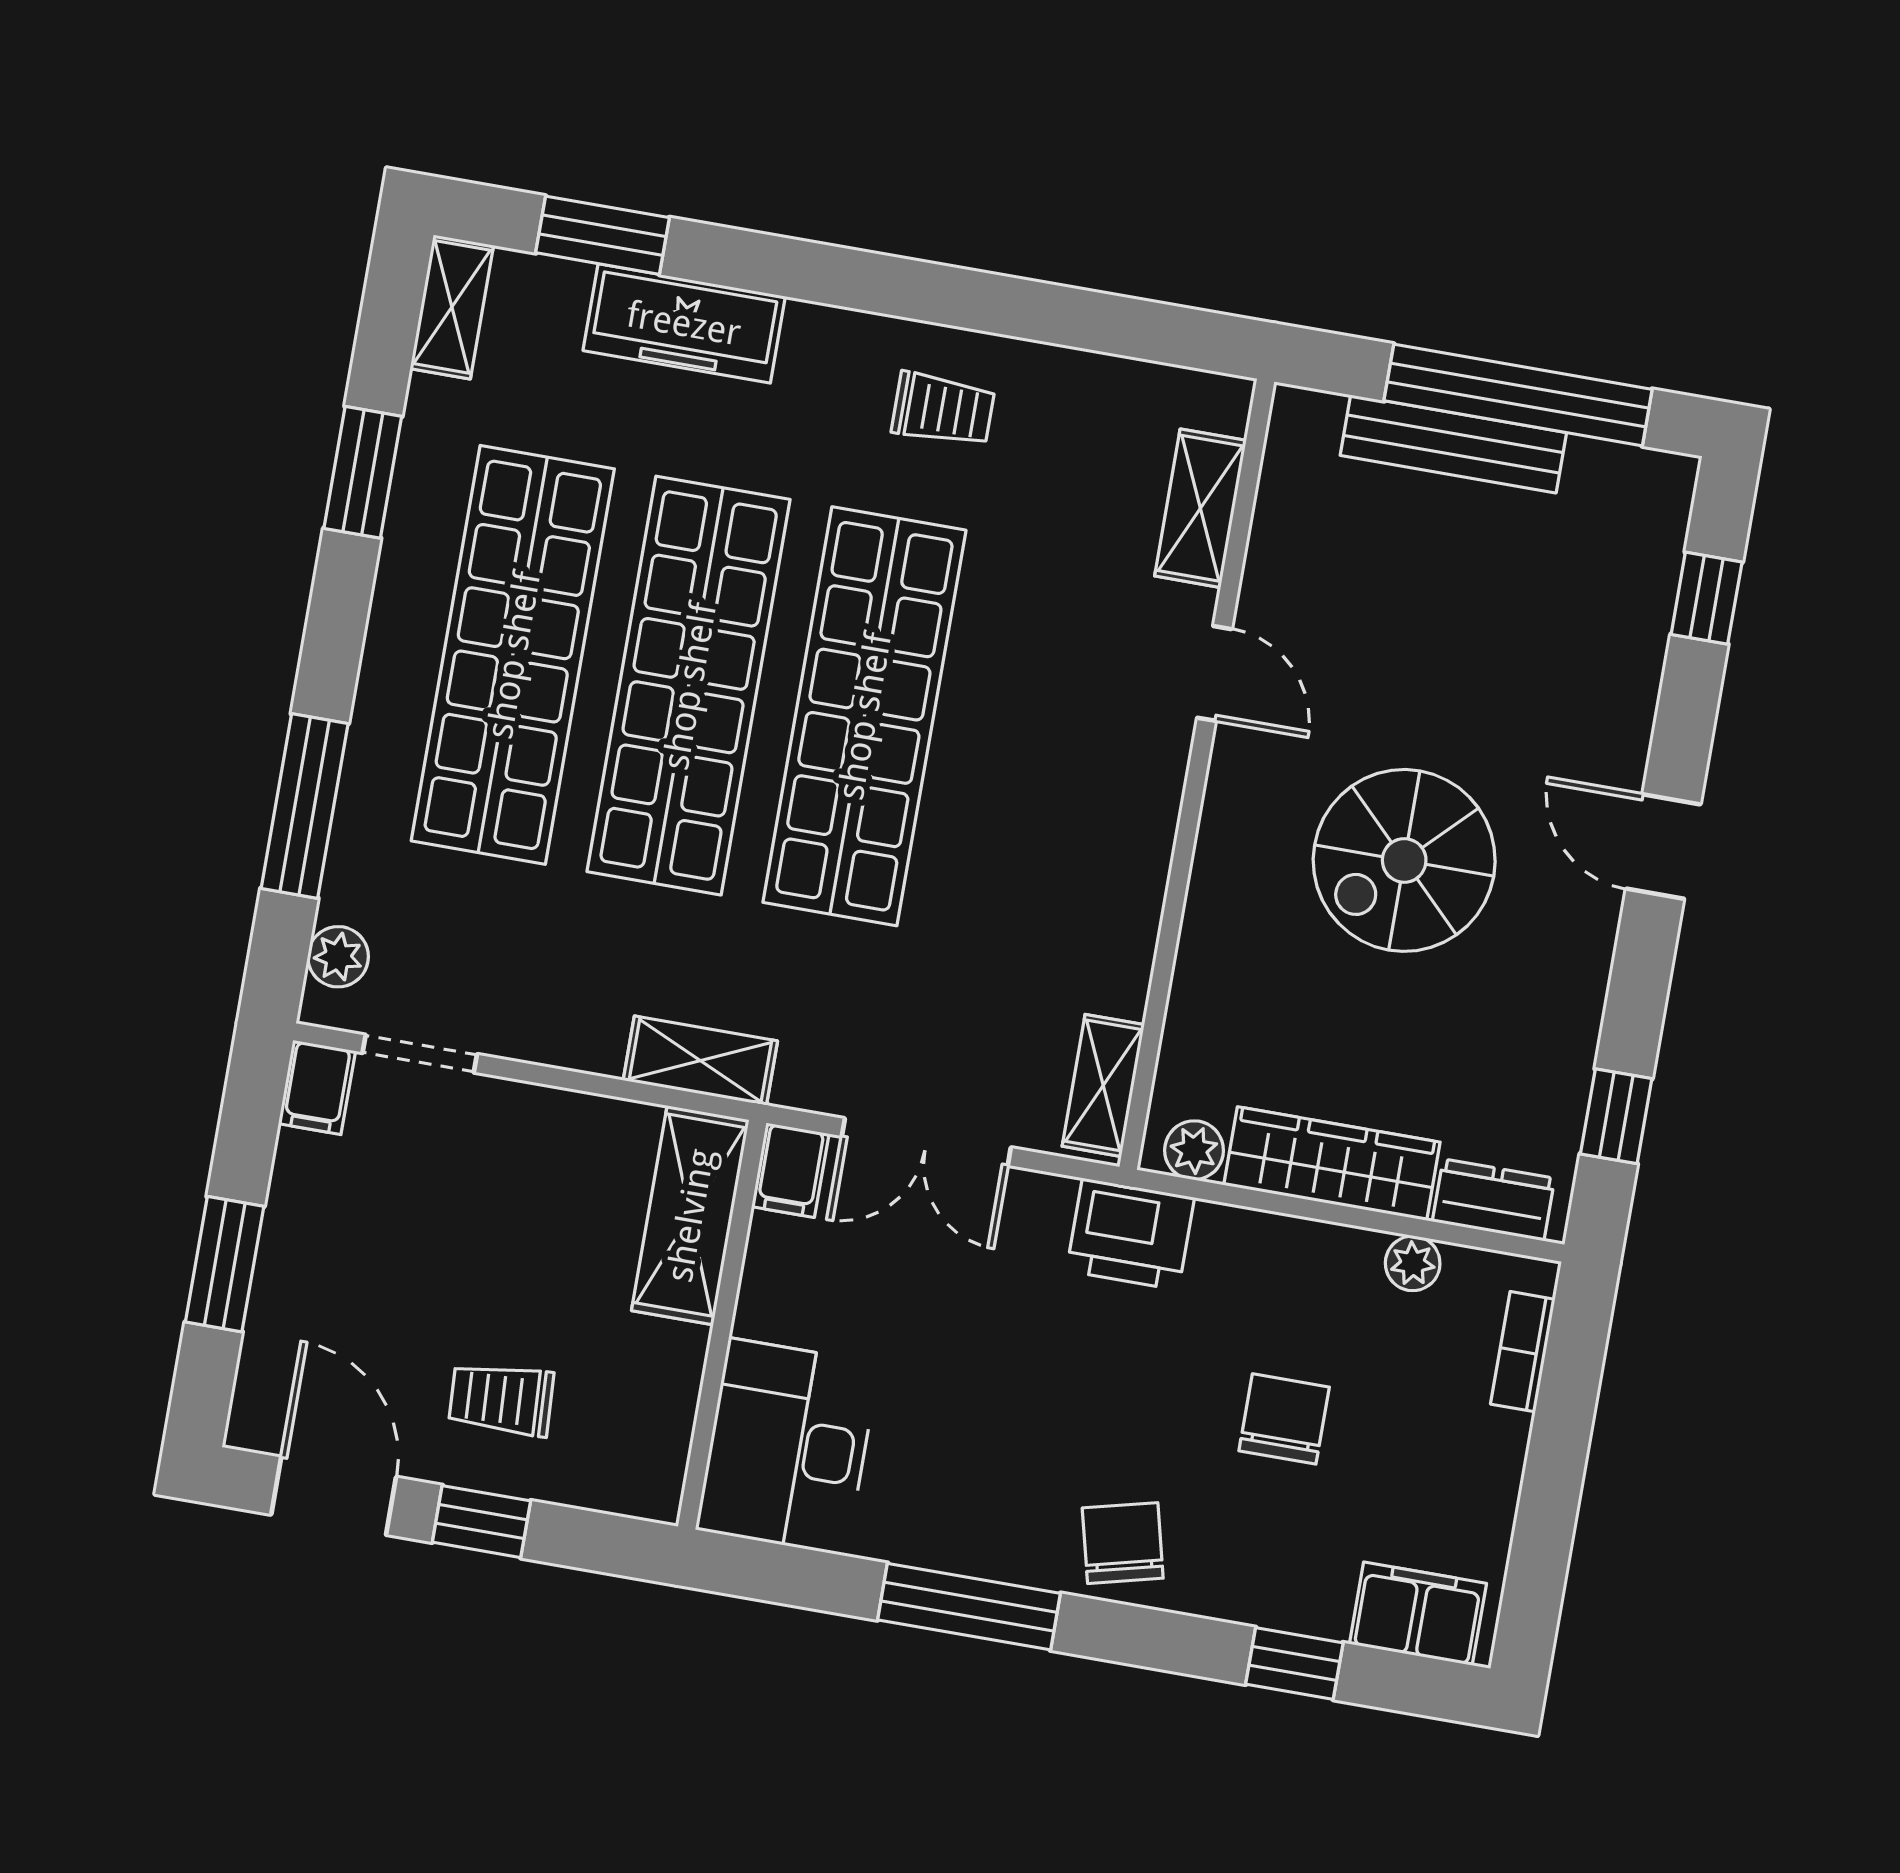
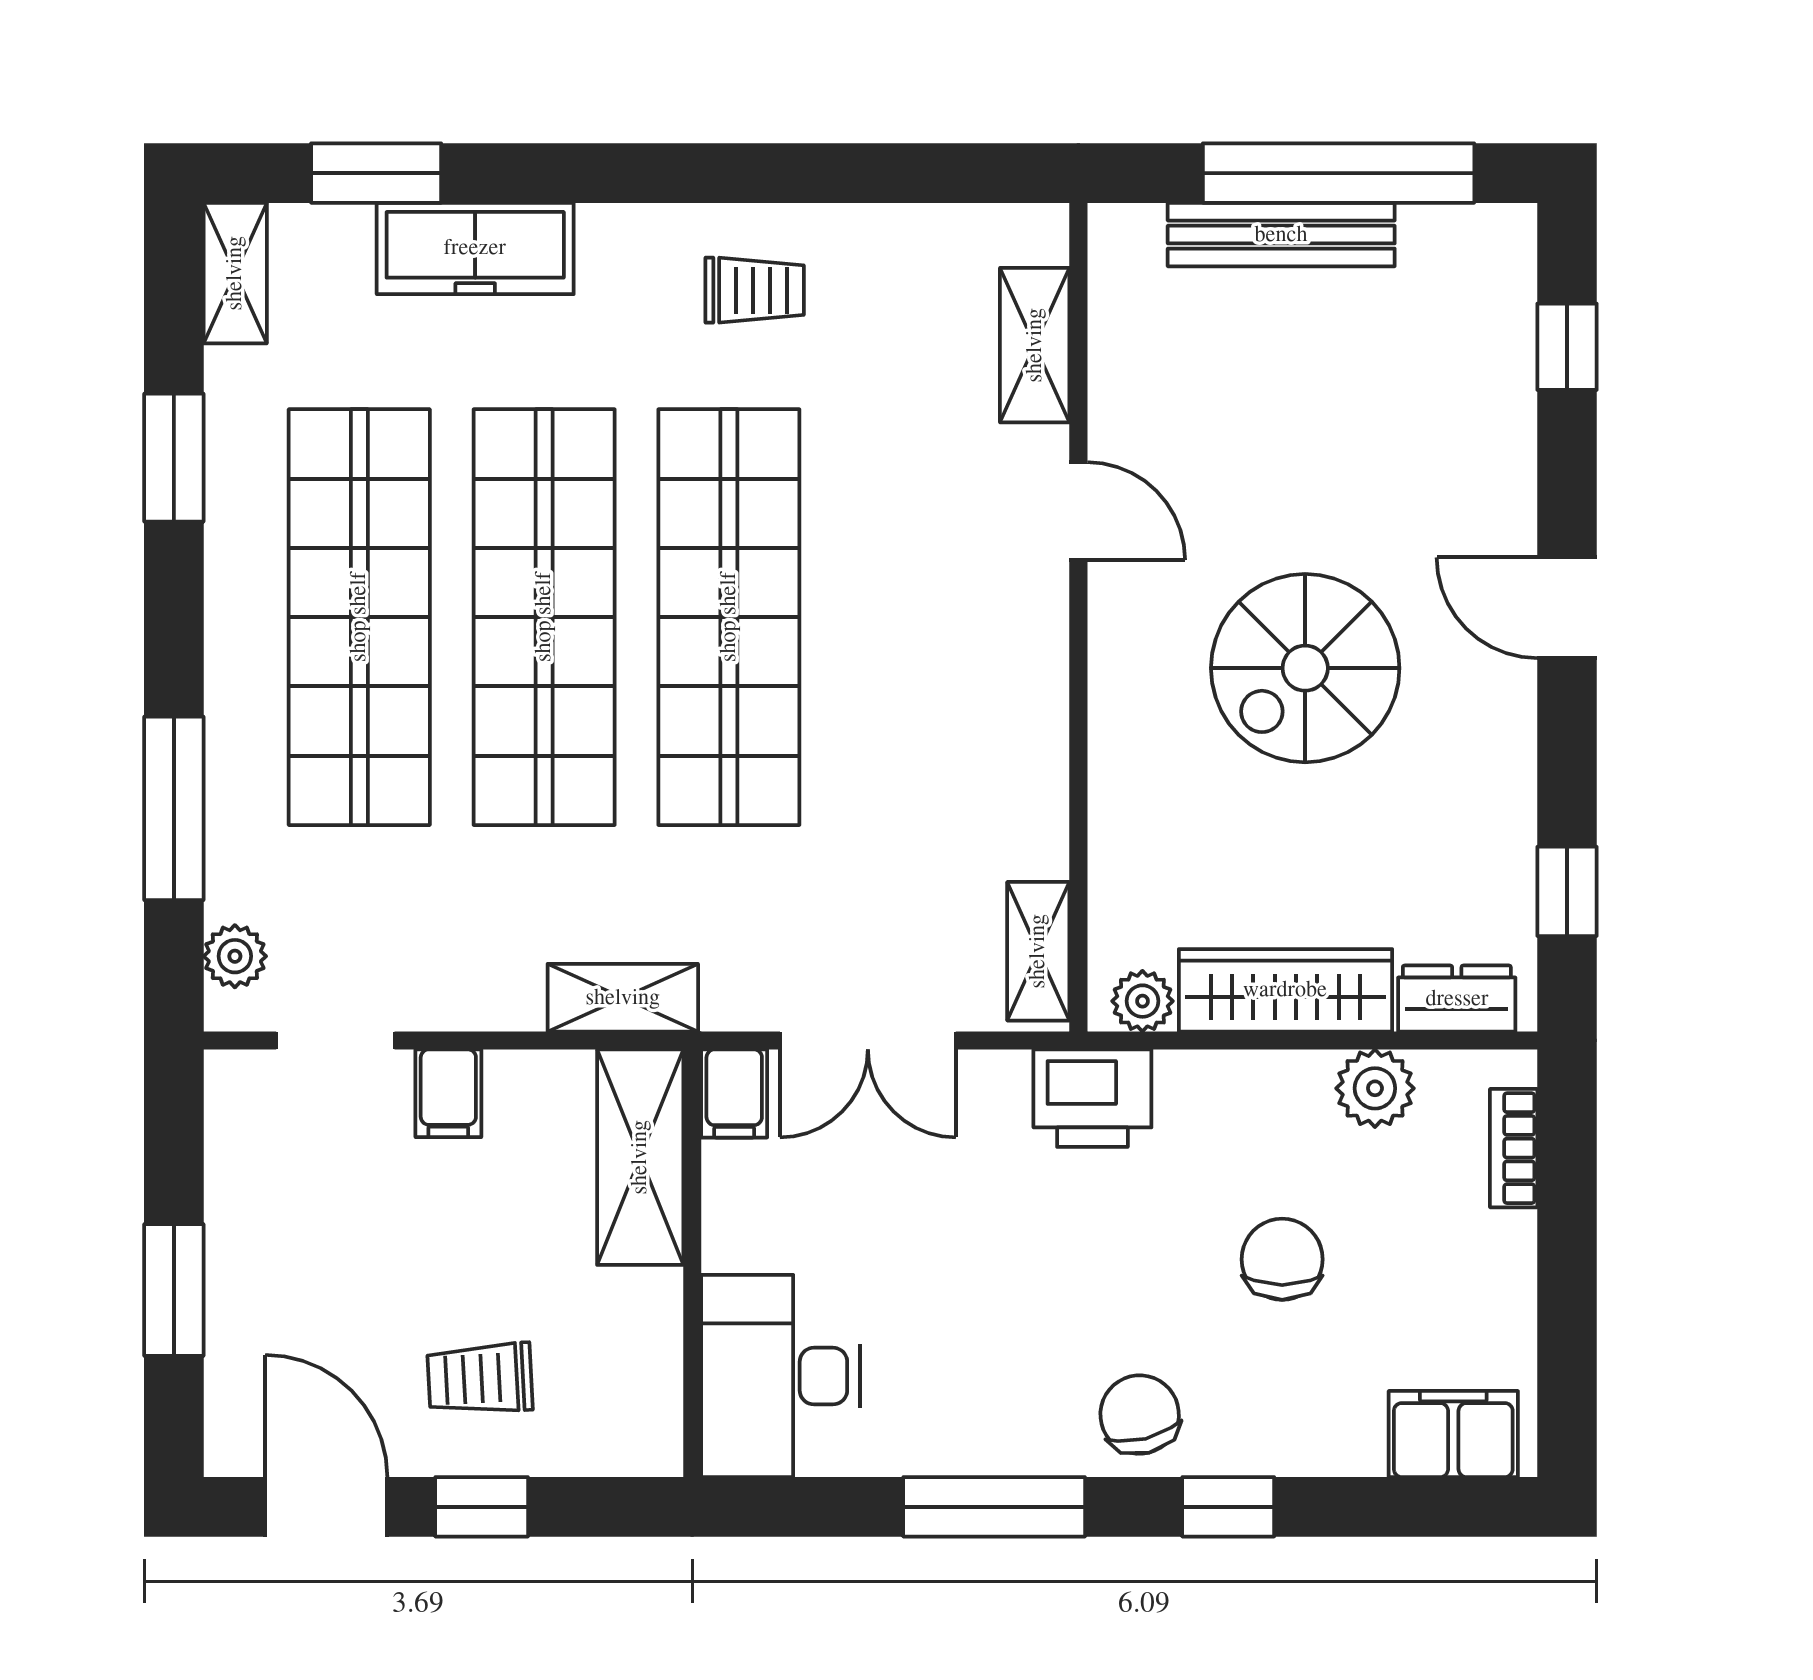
filing cabinet: (317, 1087) -> (448, 1093), moved
plant: (1413, 1263) -> (1375, 1088), width x1.38, depth x1.38
window: (1294, 1663) -> (1228, 1507), moved

